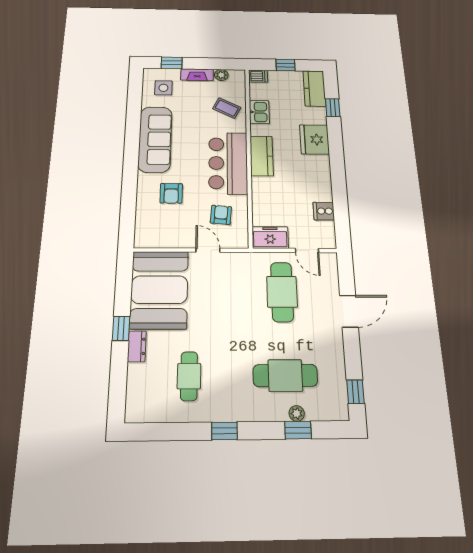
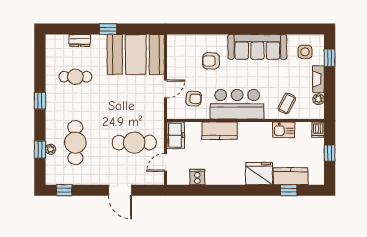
kitchen counter: (314, 88) -> (291, 176), moved
kitchen counter: (262, 156) -> (220, 131), moved
dresser: (137, 346) -> (80, 40), moved

